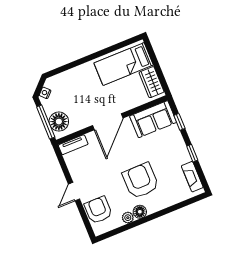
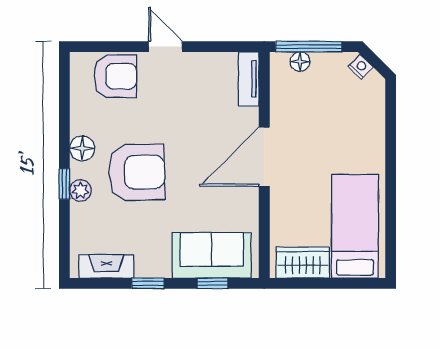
sofa: (153, 119) -> (212, 255), moved, turned 90
floor lamp: (59, 122) -> (300, 62), width x0.53, depth x0.53
door: (108, 122) -> (264, 157), hinge flipped
window: (161, 213) -> (64, 184), added
plant: (128, 218) -> (80, 190), moved

